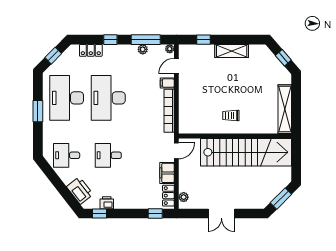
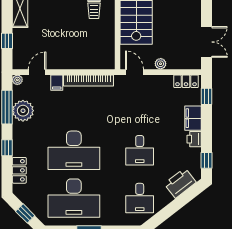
plant: (143, 49) -> (23, 111), width x1.87, depth x1.87
door: (176, 66) -> (37, 72), swing flipped
filing cabinet: (167, 173) -> (193, 118), moved, turned 90
plant: (184, 197) -> (161, 64), moved
printer: (107, 203) -> (194, 139), moved
double door: (221, 213) -> (206, 42), moved

